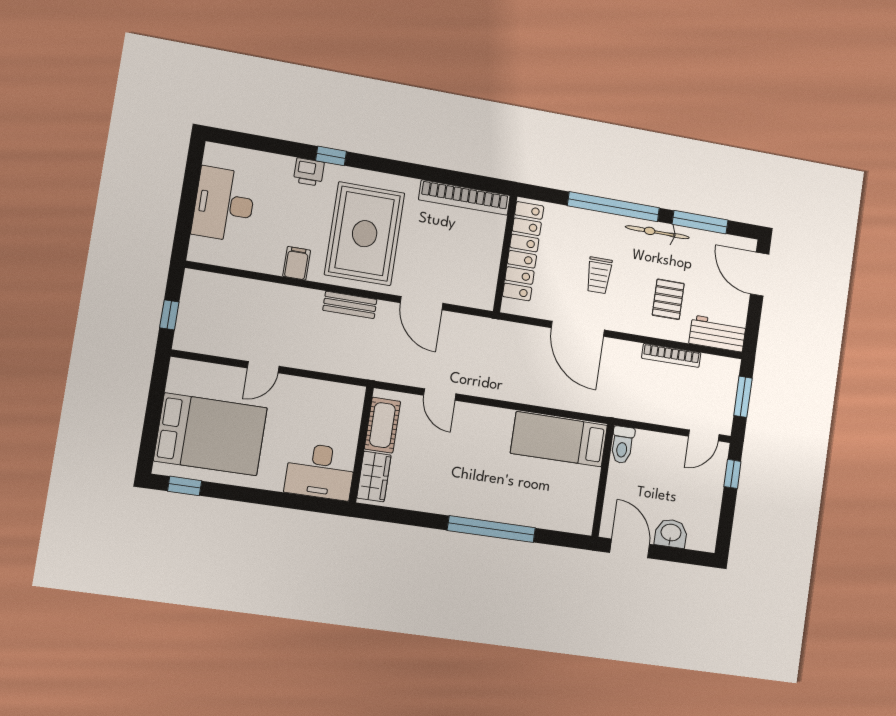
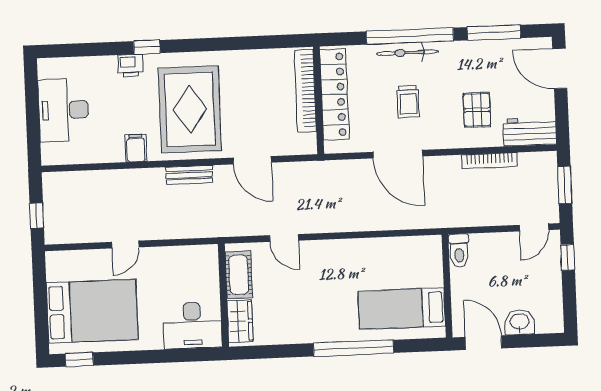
bookcase: (464, 198) -> (305, 91), moved, turned 90
bicycle: (657, 232) -> (407, 53), moved
bed: (559, 439) -> (402, 309), moved

